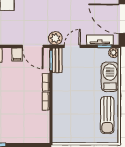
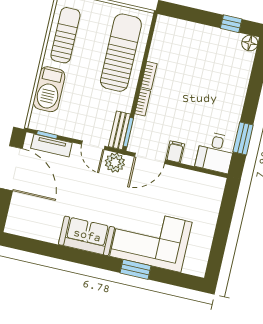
door: (33, 46) -> (150, 158), swing flipped
door: (72, 46) -> (93, 145), hinge flipped
plant: (114, 53) -> (36, 123), removed
sun lounger: (68, 112) -> (121, 53), added

